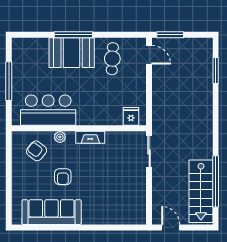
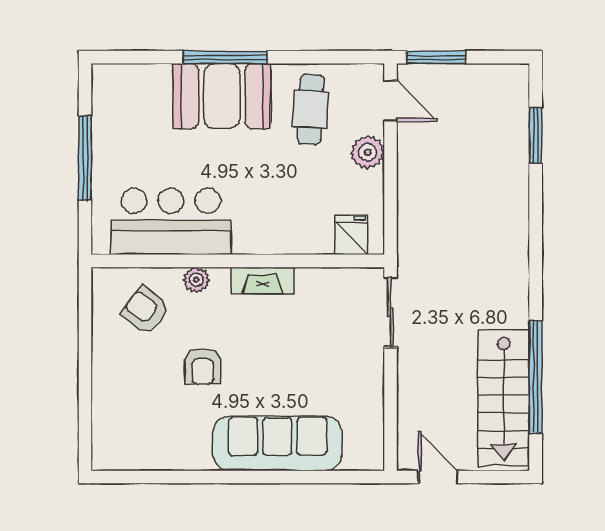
plant: (138, 78) -> (368, 152), added
sofa: (52, 212) -> (277, 443), moved

